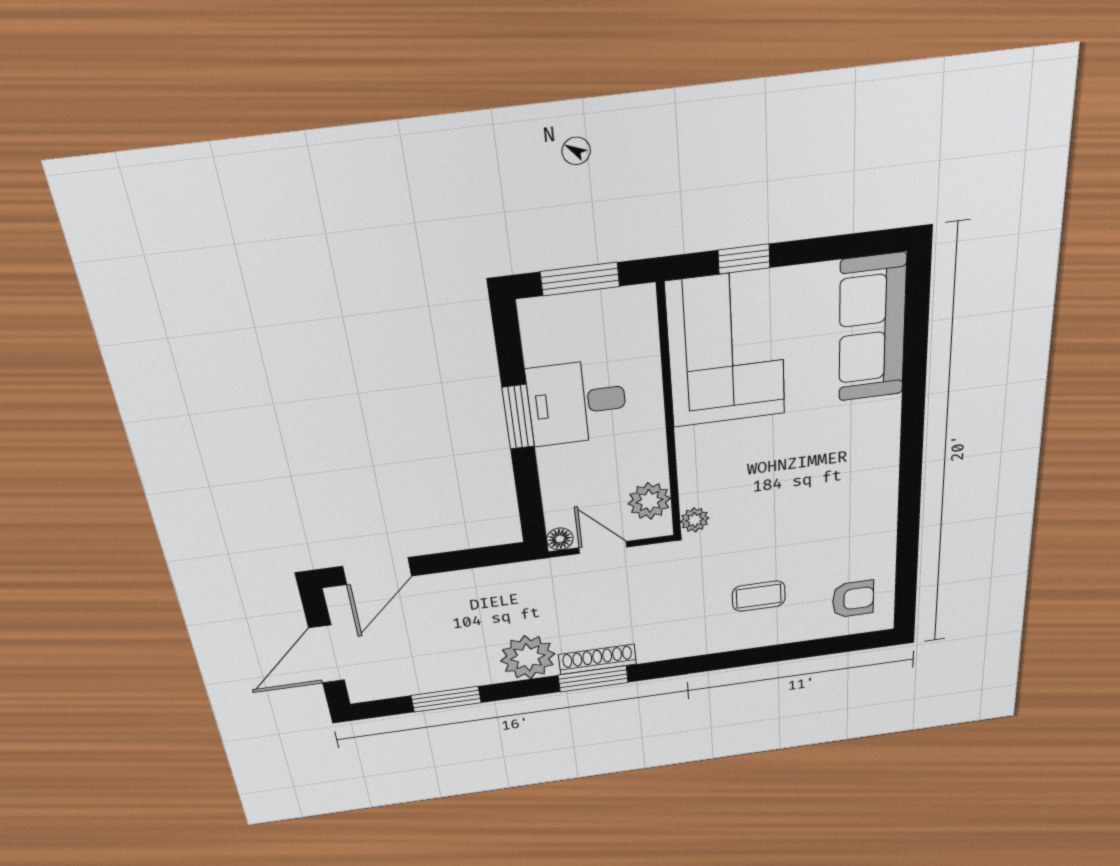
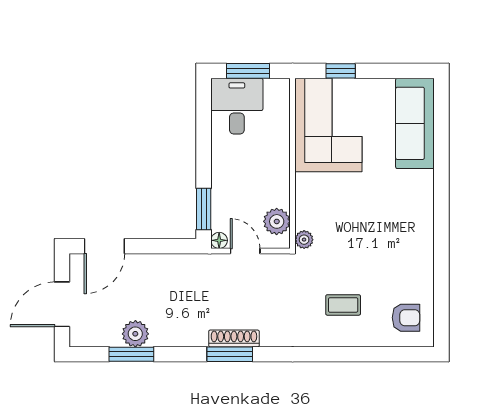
desk: (577, 402) -> (237, 106), moved, turned 90
window: (518, 417) -> (204, 209), moved
plant: (528, 657) -> (135, 334), moved, width x0.73, depth x0.73

